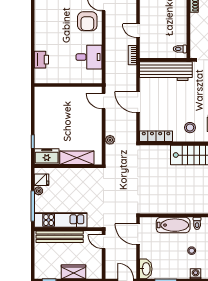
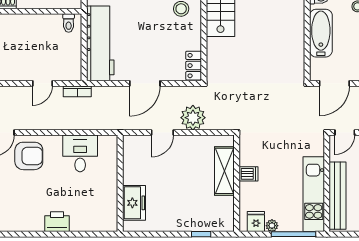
printer: (41, 60) -> (57, 222), moved
door: (104, 101) -> (162, 133), moved
locker: (156, 136) -> (194, 66), width x0.66
plant: (110, 140) -> (193, 118), width x1.88, depth x1.88
freezer: (47, 157) -> (134, 203), moved, turned 180
dishwasher: (75, 175) -> (249, 174), added

